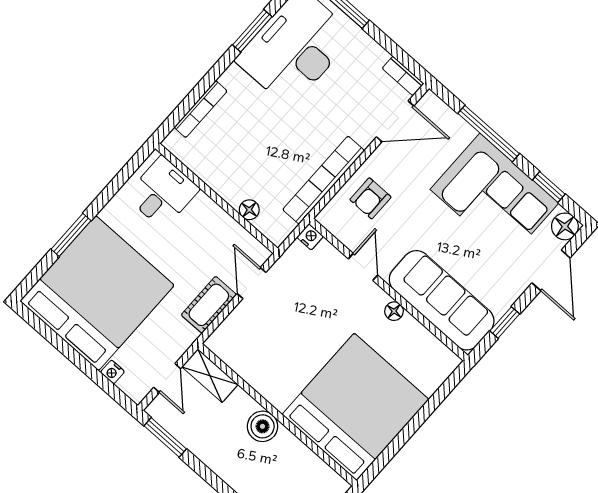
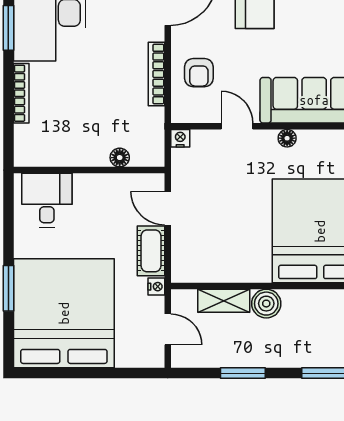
bookcase: (201, 109) -> (21, 93), moved
bookcase: (324, 180) -> (156, 74), width x0.68, depth x0.76
nightstand: (113, 372) -> (156, 287), moved, turned -90
shelving: (210, 376) -> (224, 301), moved
window: (165, 437) -> (243, 373), moved

